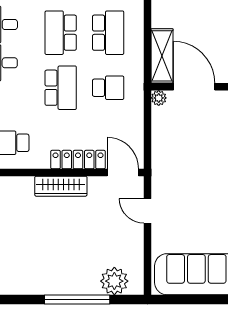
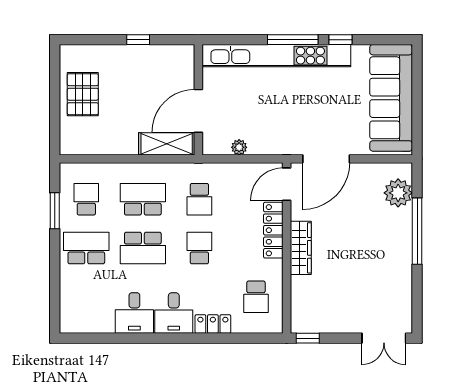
school desk: (61, 88) -> (199, 248), width x0.54
school desk: (108, 88) -> (199, 199), turned 180
plant: (159, 98) -> (239, 147), moved
door: (147, 211) -> (326, 159), width x1.88

